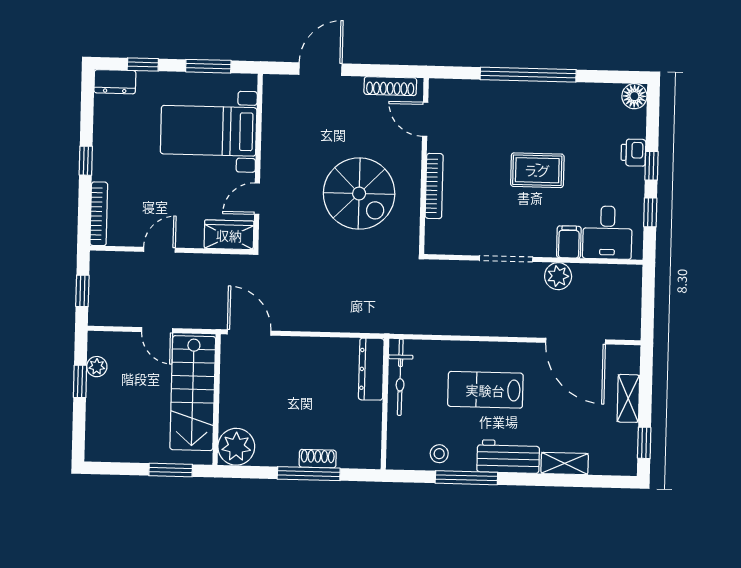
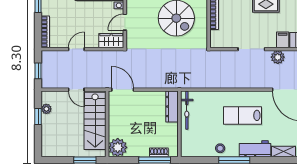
dresser: (371, 369) -> (172, 107), moved
bicycle: (400, 377) -> (187, 110), moved
wall: (385, 404) -> (179, 124), moved

